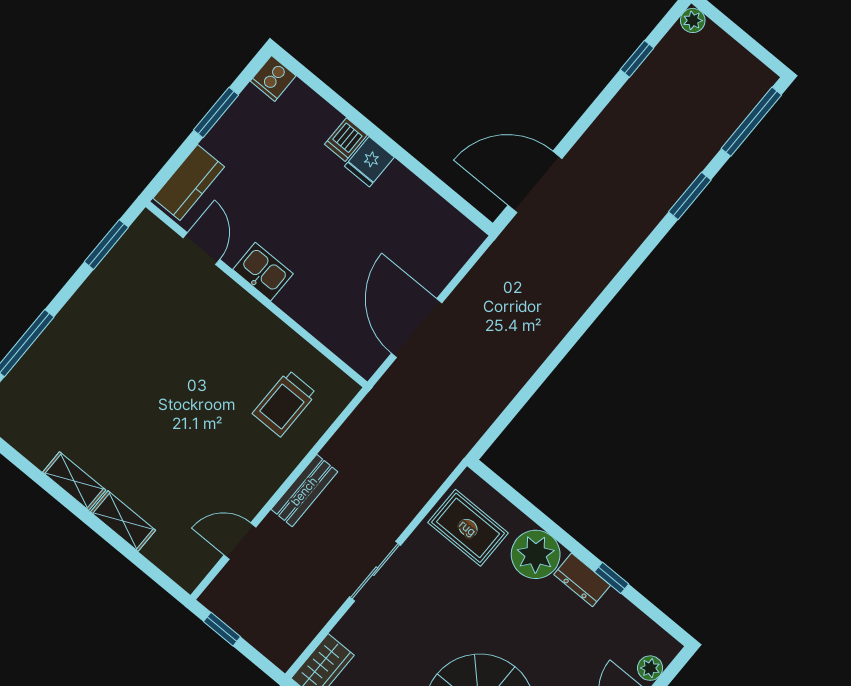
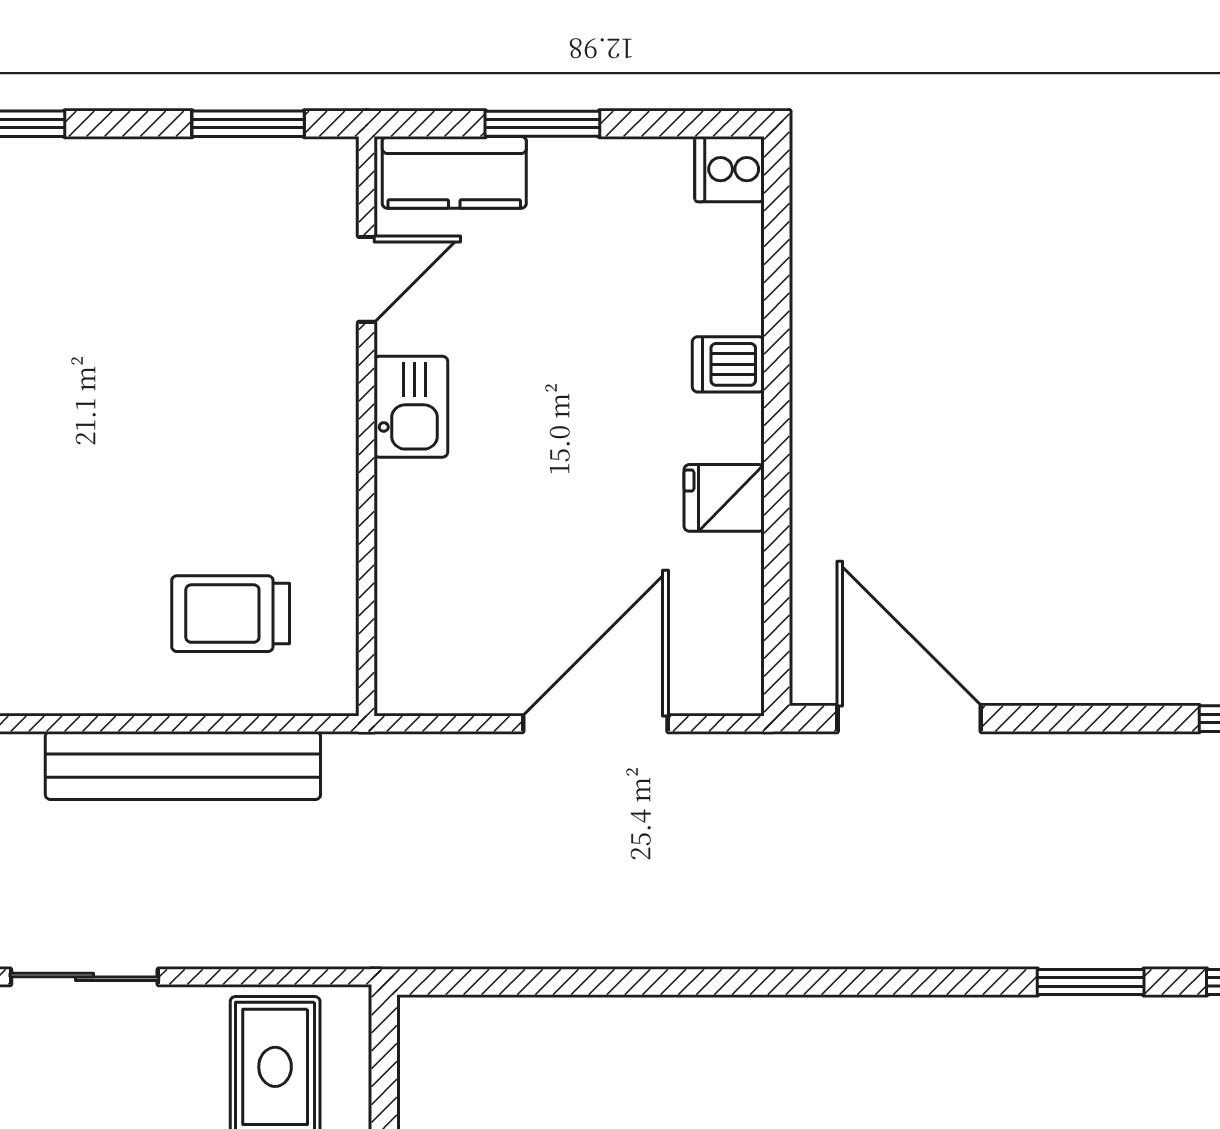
window: (216, 112) -> (542, 124), moved
fridge: (369, 162) -> (724, 498), moved
door: (417, 328) -> (595, 724), moved
bench: (304, 491) -> (183, 766), width x1.86, depth x1.21

